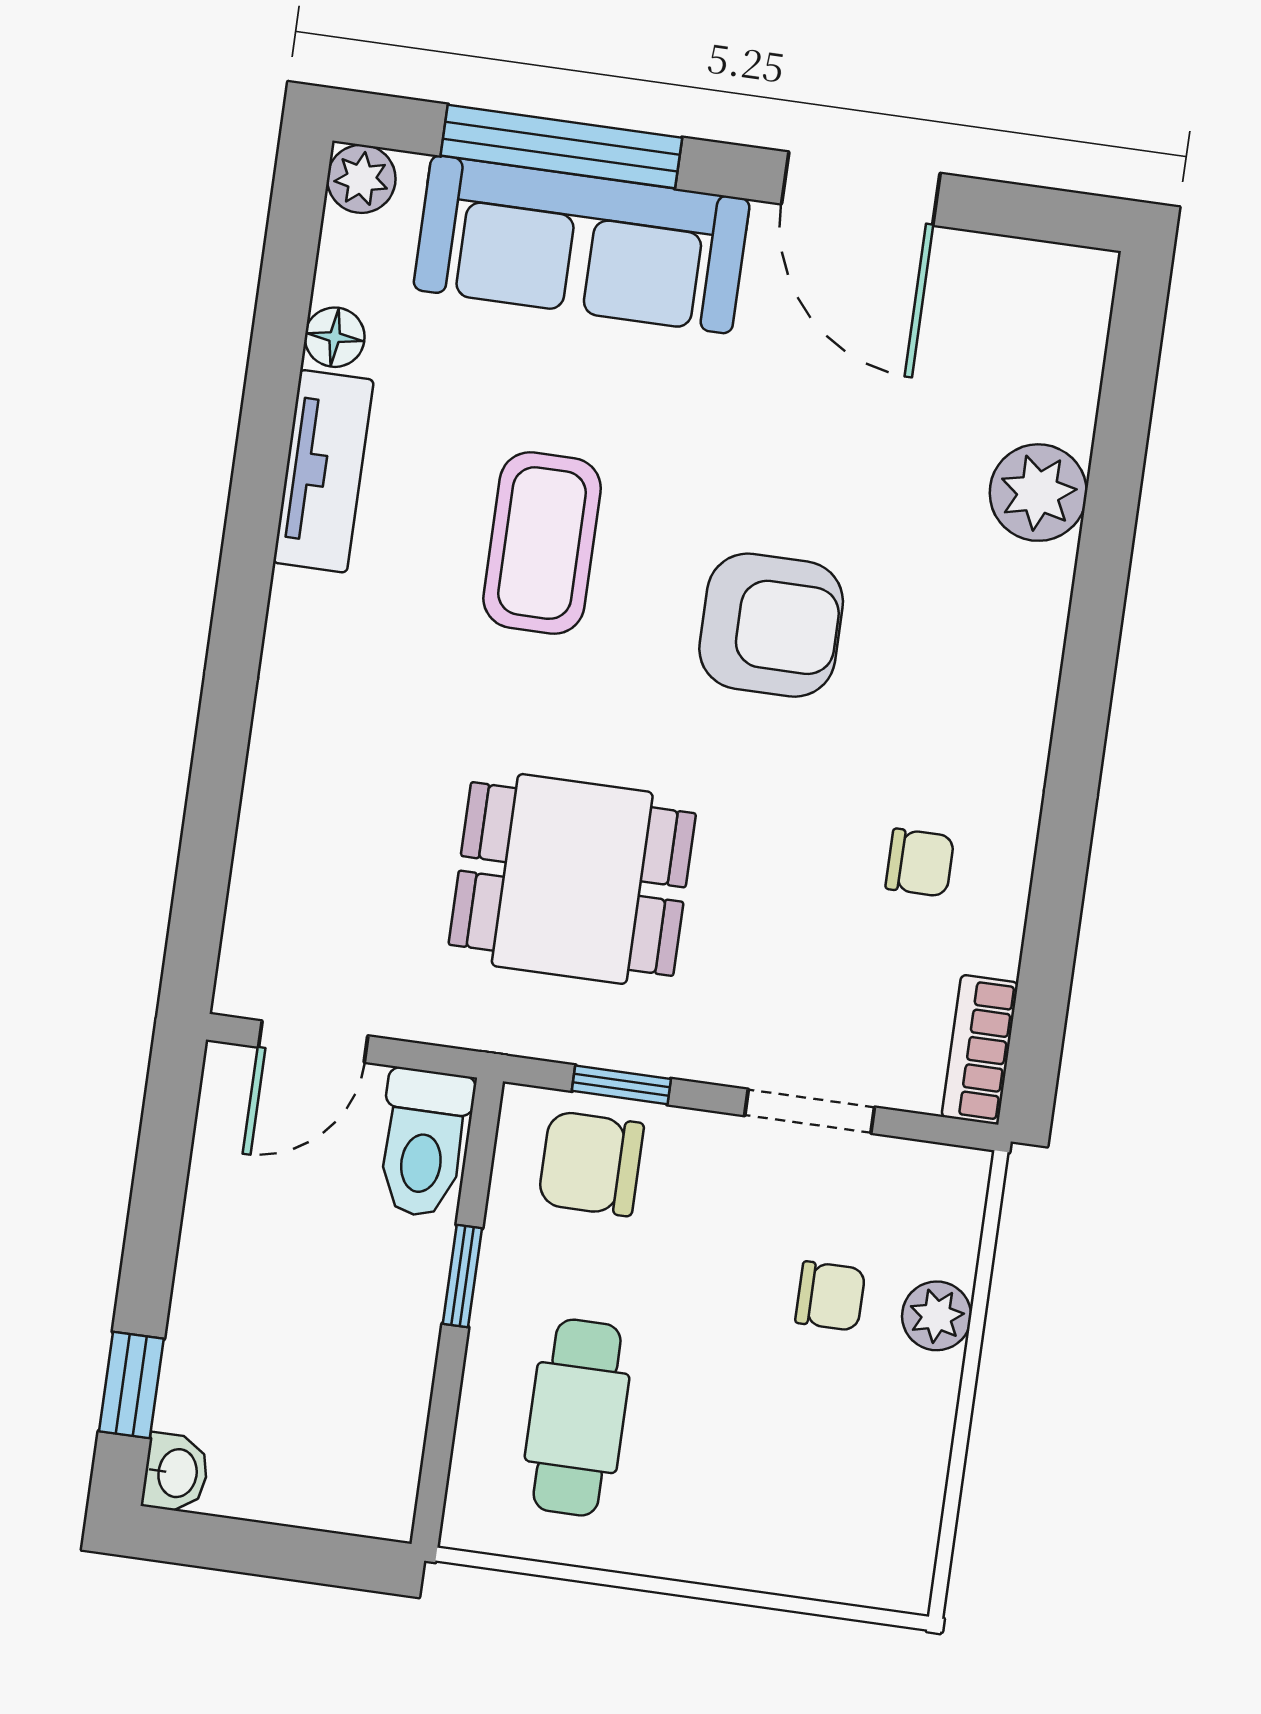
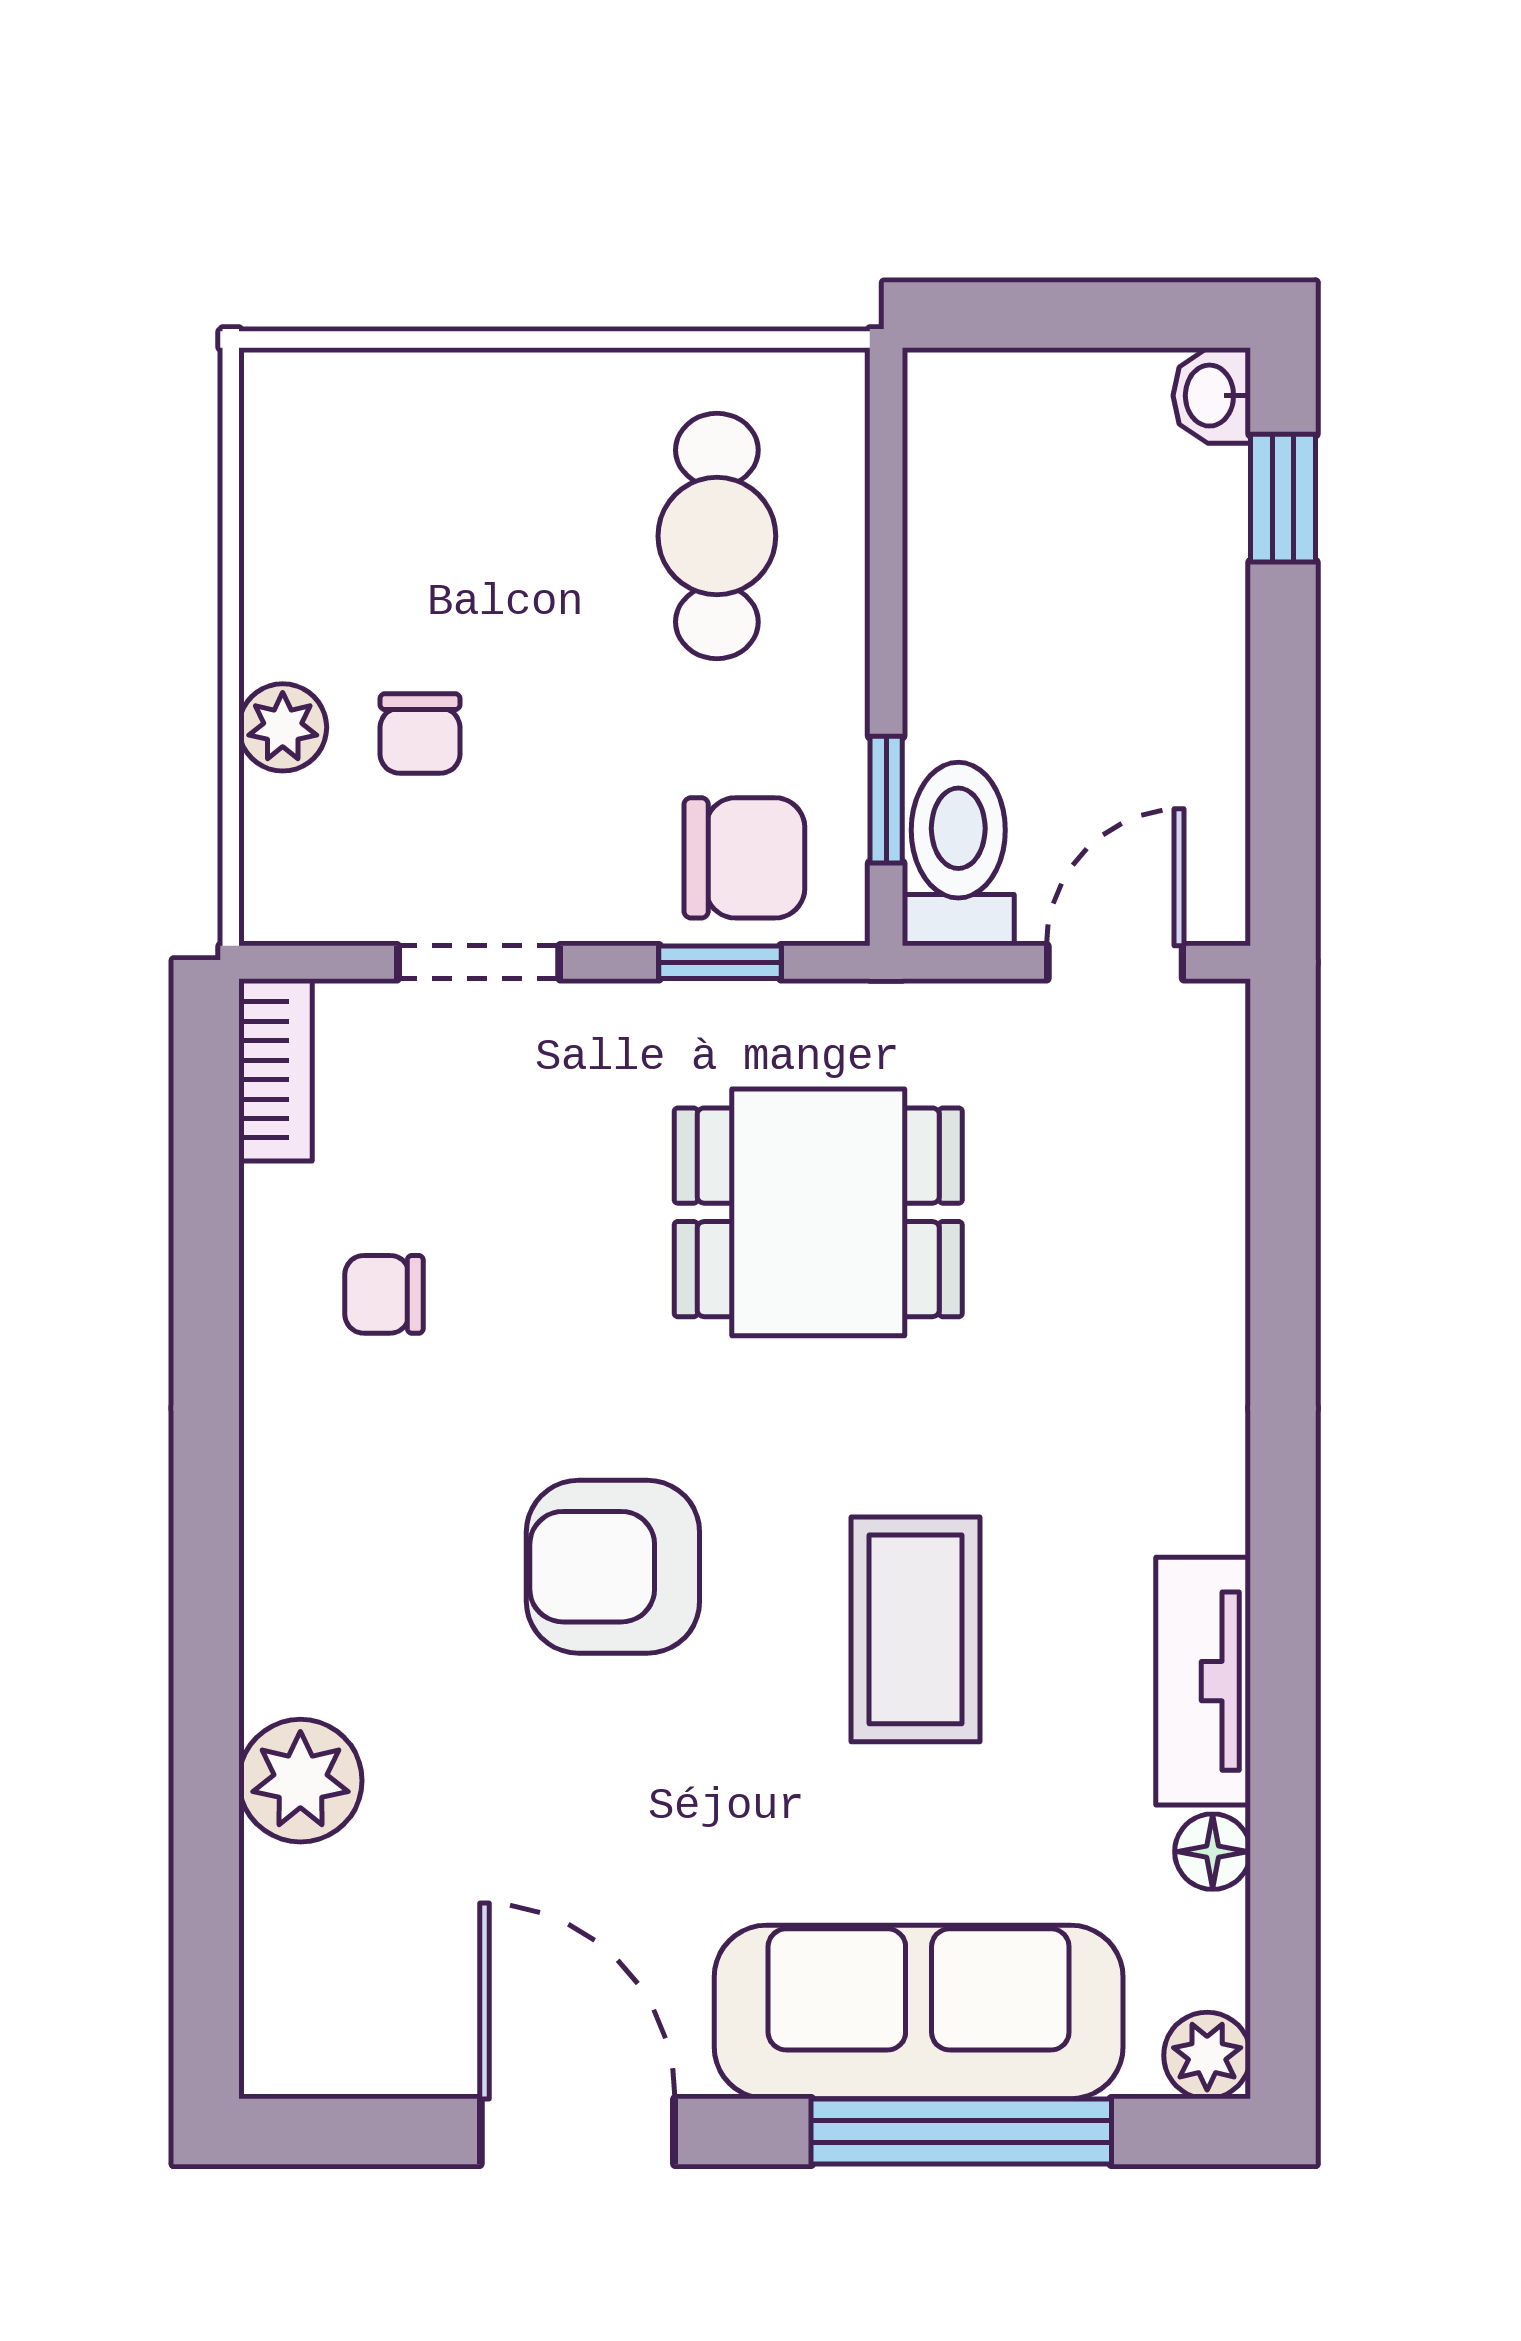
window: (462, 1276) -> (886, 800), moved
chair: (830, 1296) -> (420, 733), turned -90

